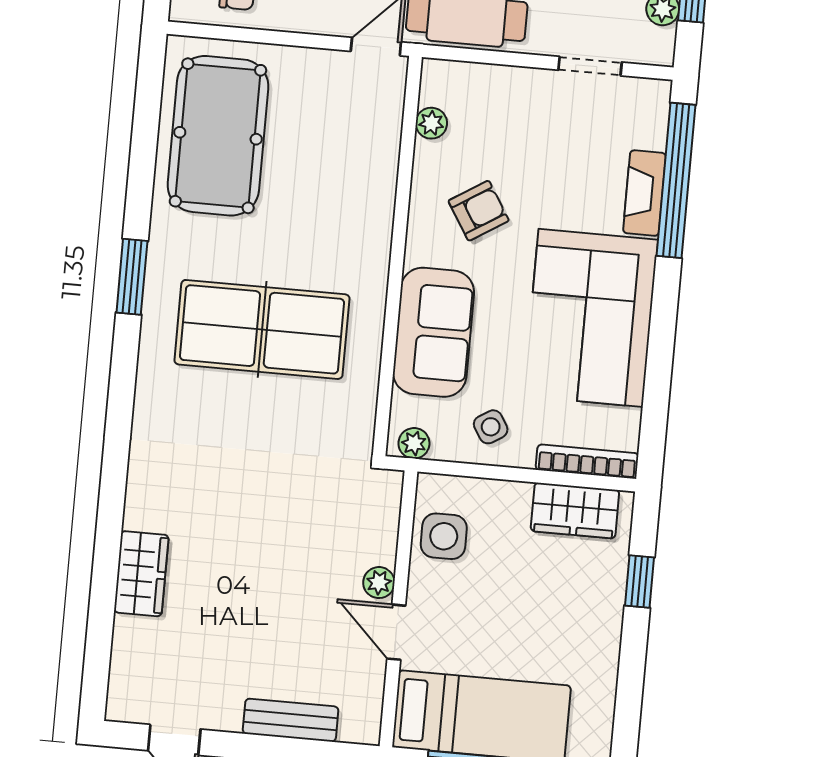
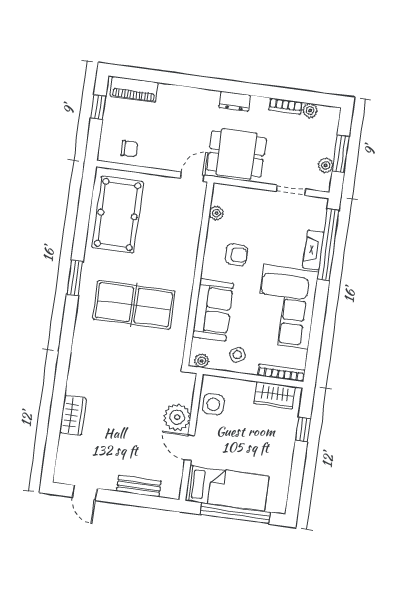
armchair: (479, 211) -> (236, 255), turned 32
plant: (379, 583) -> (177, 417), width x1.88, depth x1.88

